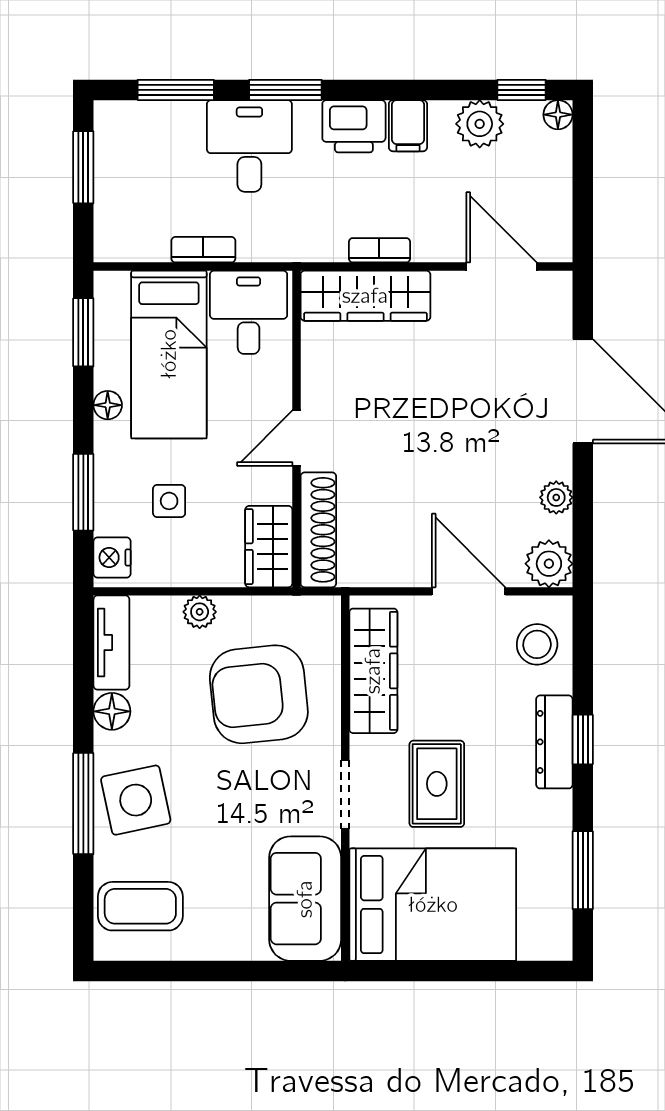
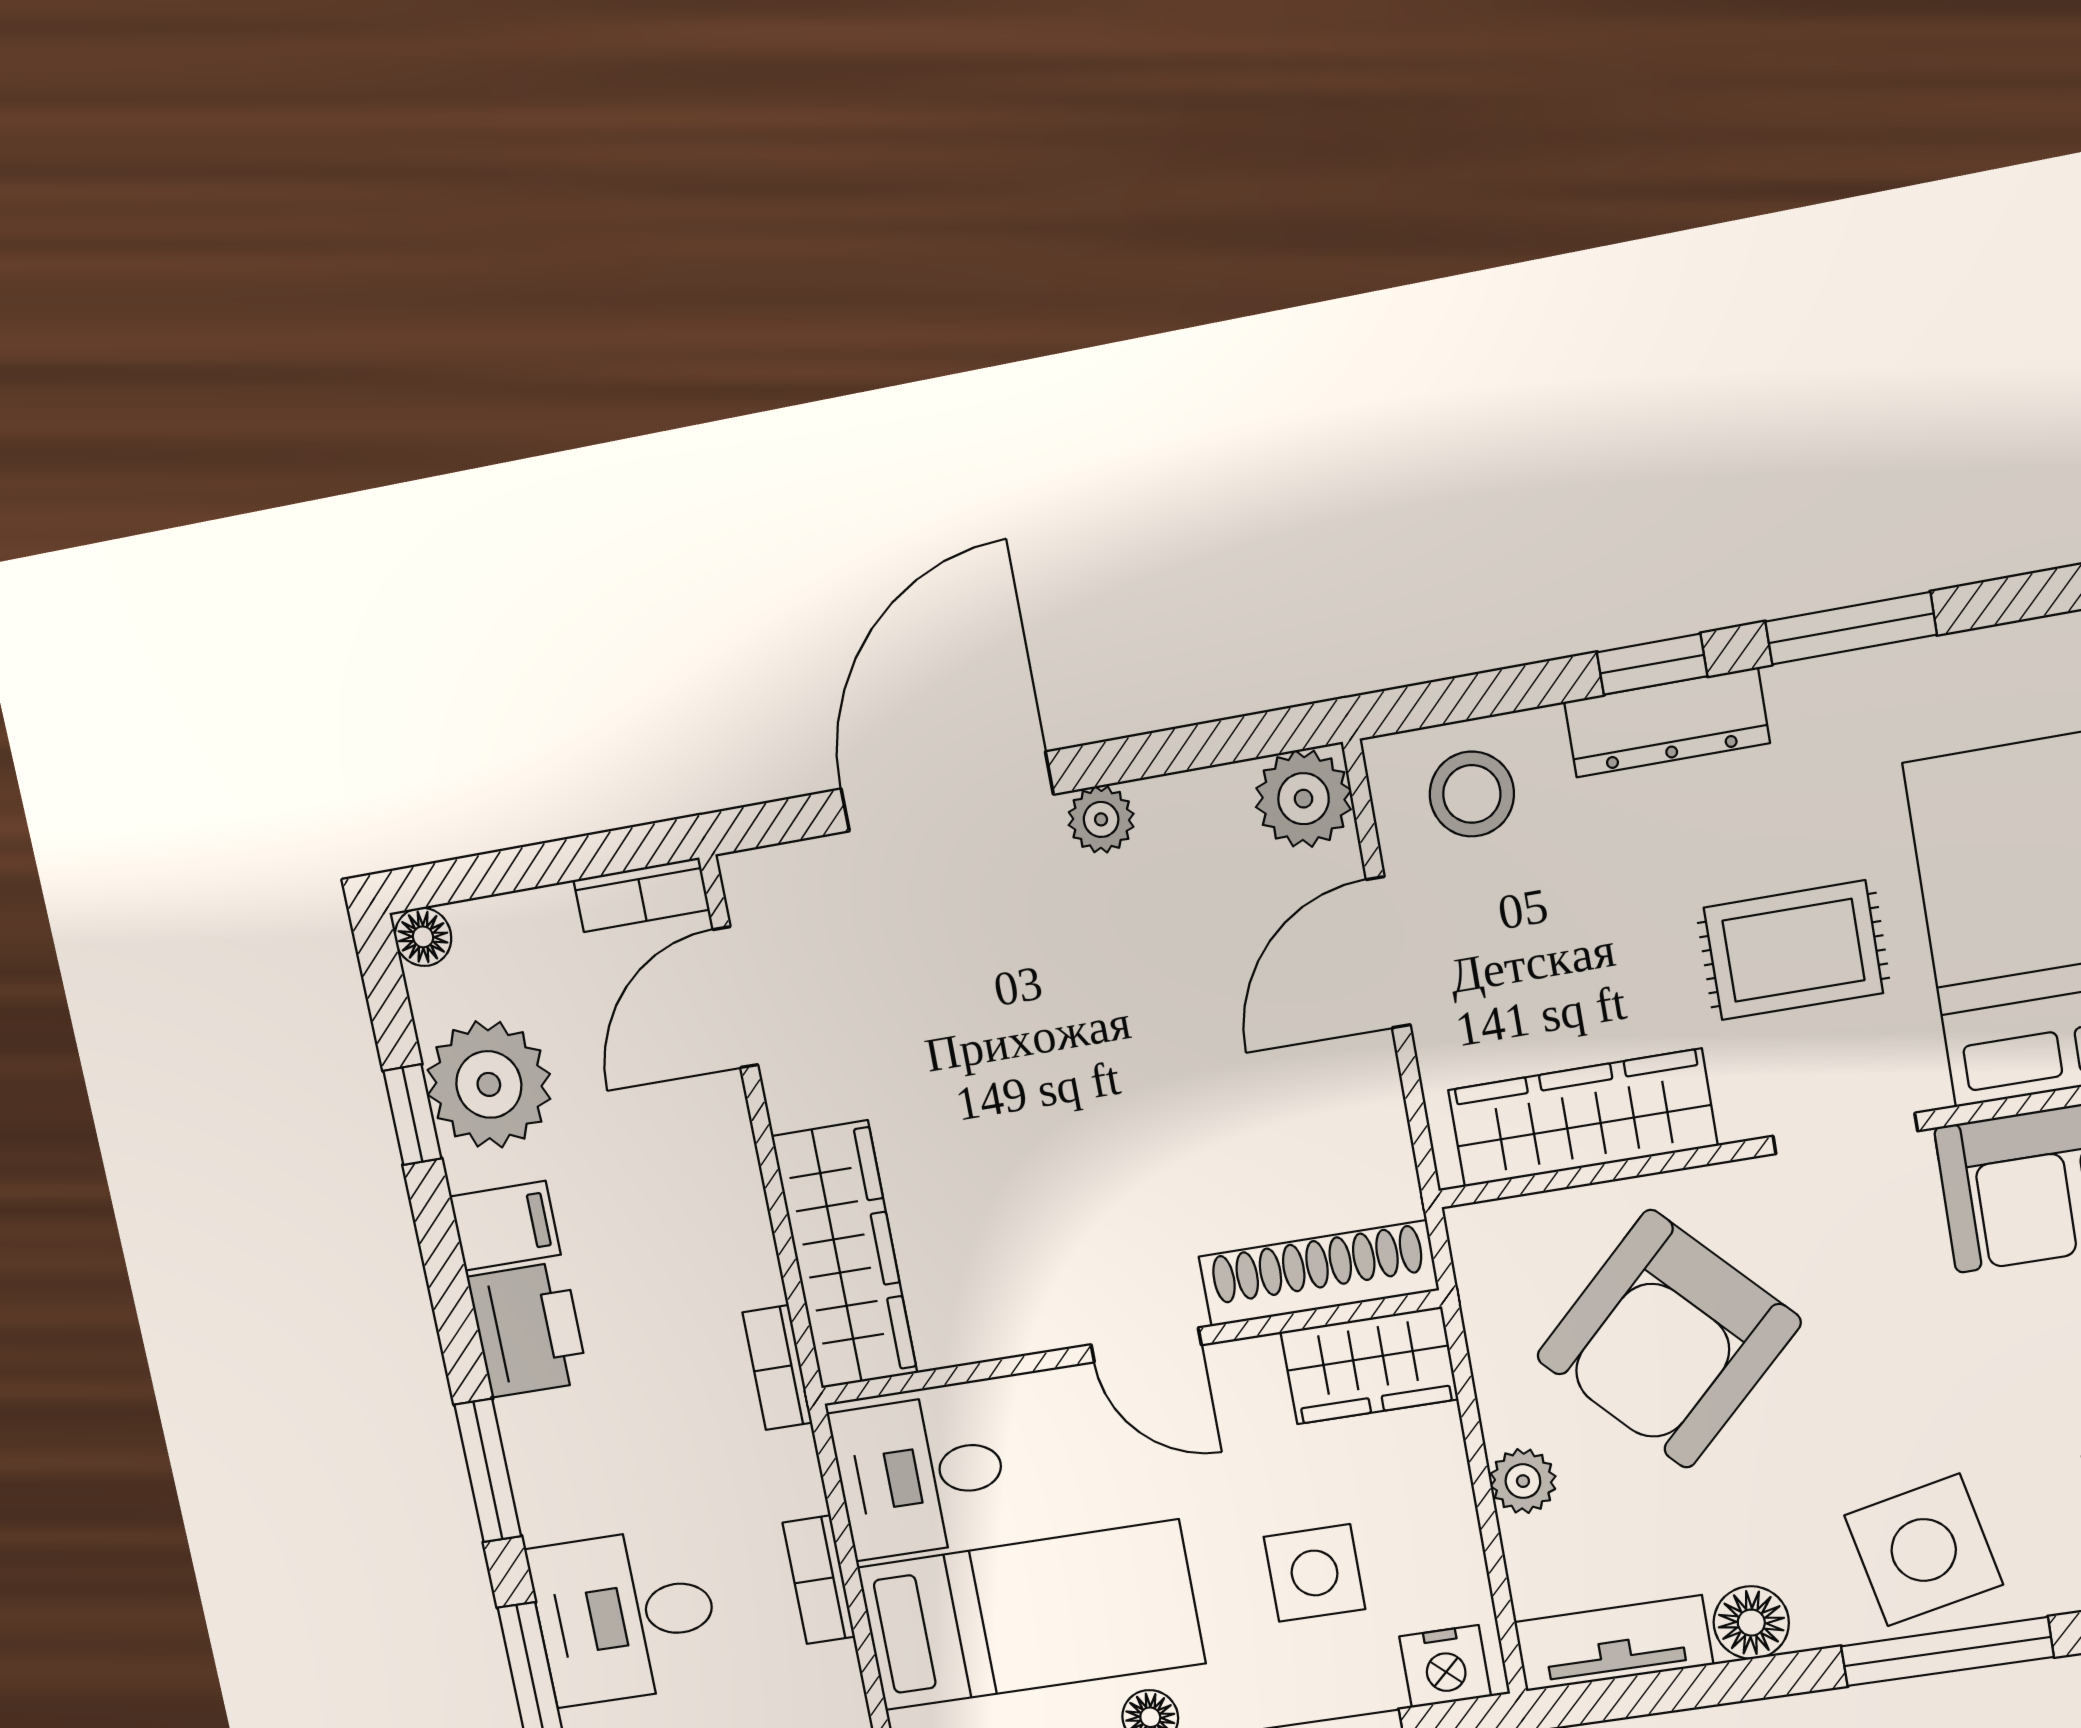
window: (522, 90) -> (412, 1115), moved
plant: (480, 124) -> (489, 1084), width x1.36, depth x1.36
desk: (249, 146) -> (626, 1616), moved
bookcase: (559, 230) -> (641, 895), added
bookcase: (379, 250) -> (777, 1368), moved
plant: (556, 497) -> (1101, 819), moved
side table: (169, 501) -> (1315, 1573), width x1.37, depth x1.37
armchair: (259, 694) -> (1669, 1339), turned 52
window: (583, 870) -> (1851, 628), moved

